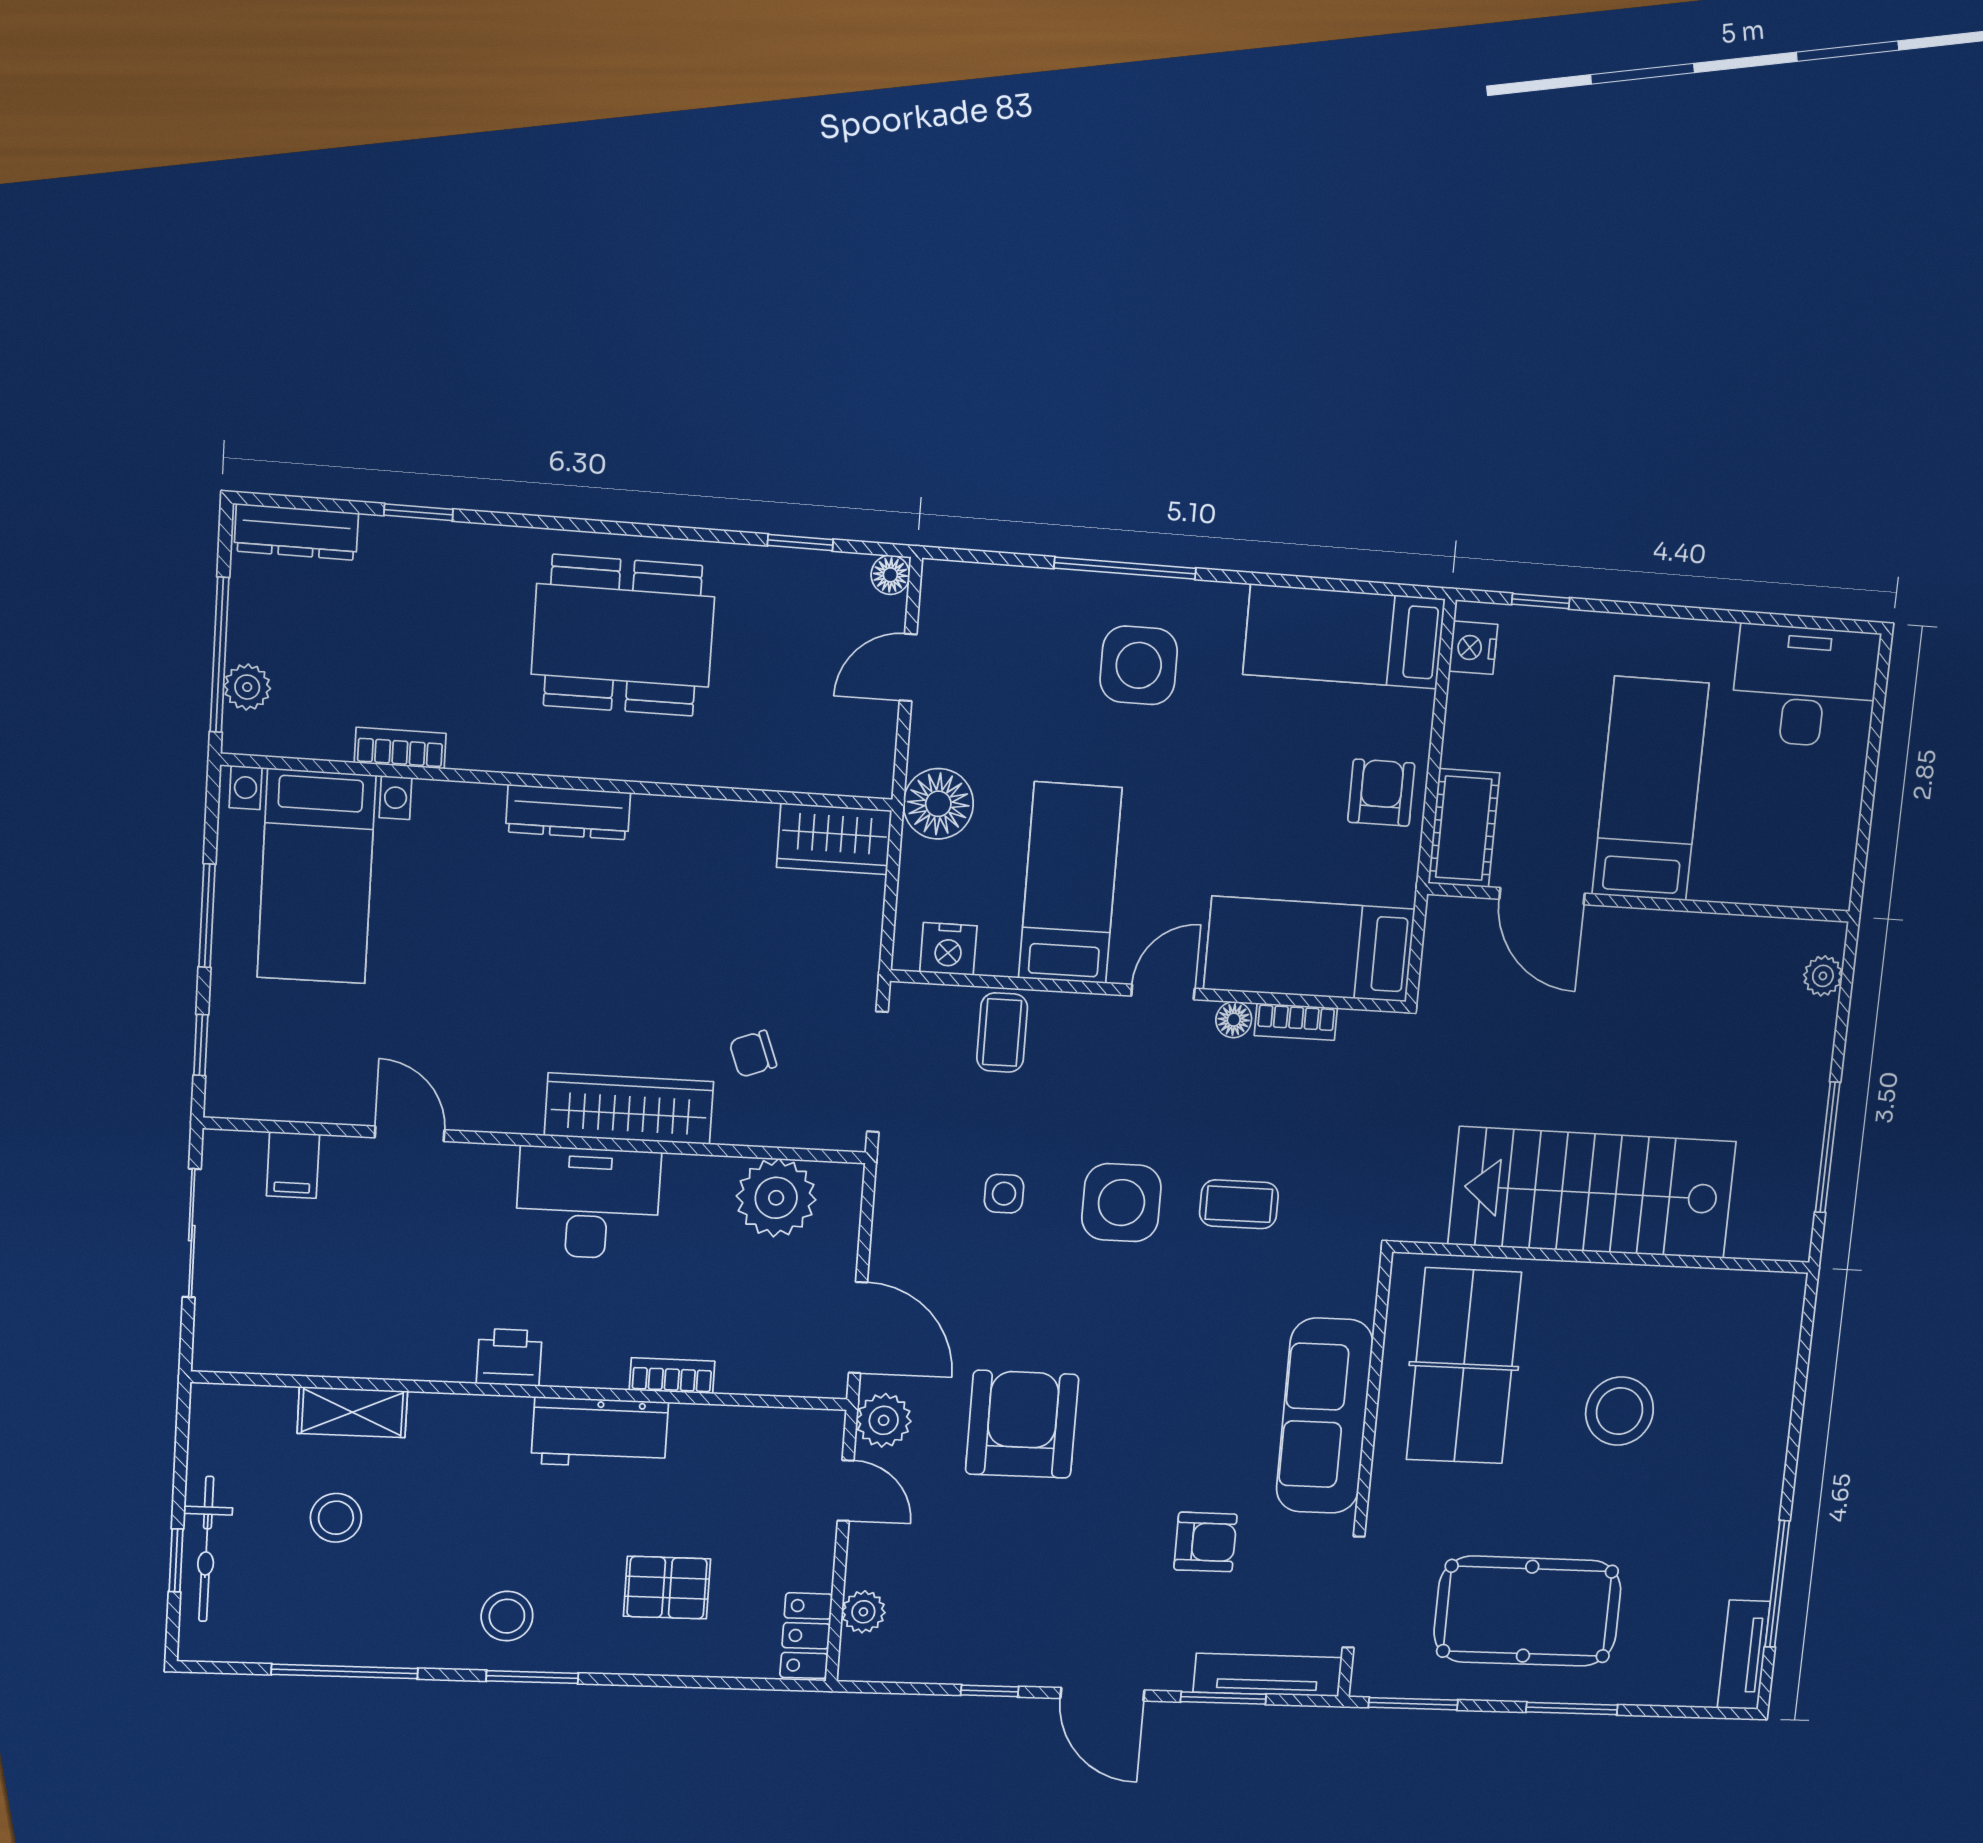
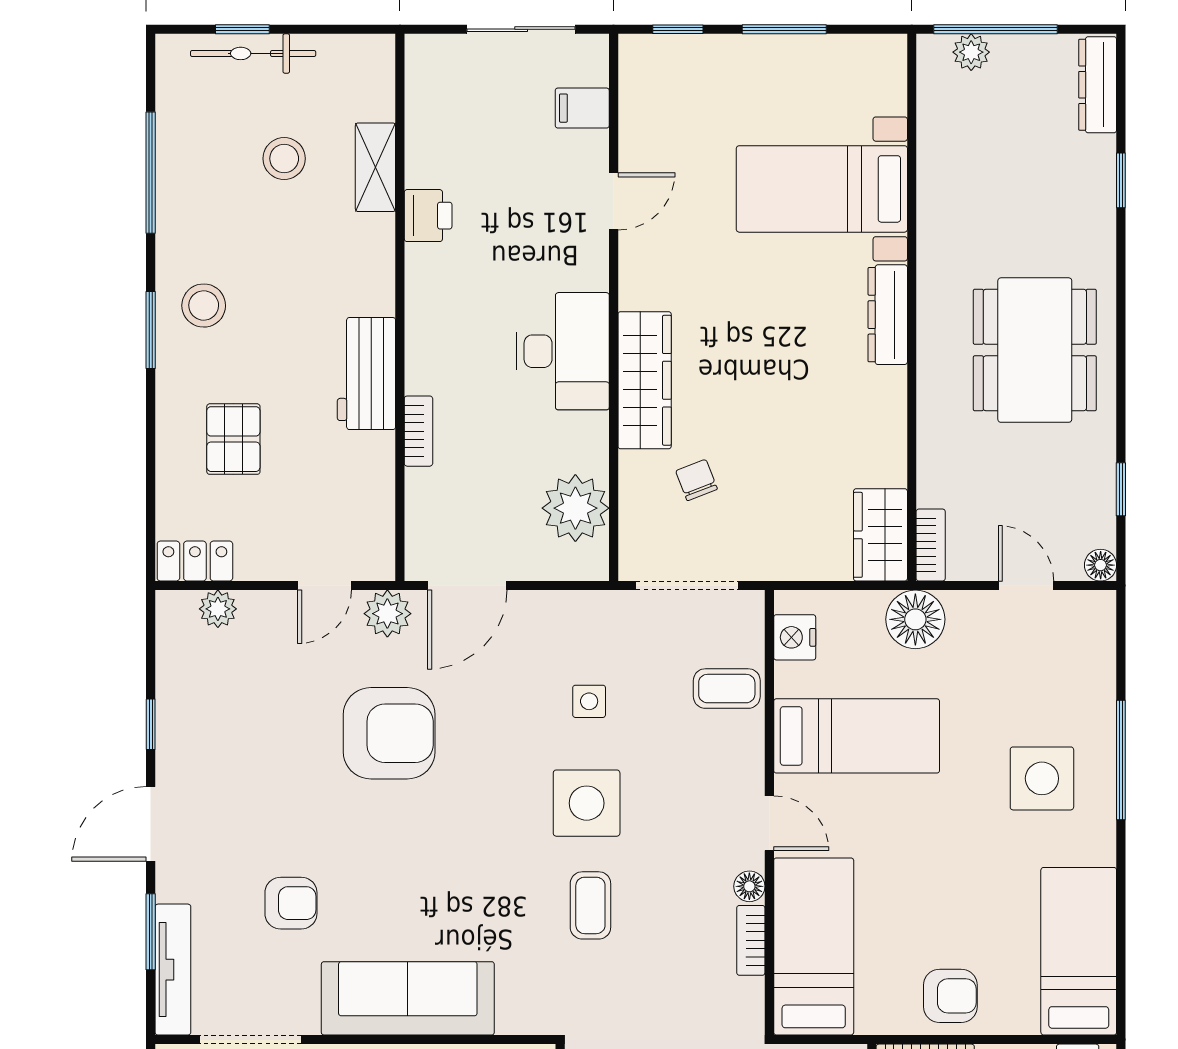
bookcase: (400, 748) -> (931, 545), moved
bed with nightstands: (316, 876) -> (822, 189), moved
printer: (509, 1357) -> (428, 216), moved
armchair: (1205, 1542) -> (291, 903), turned -90

